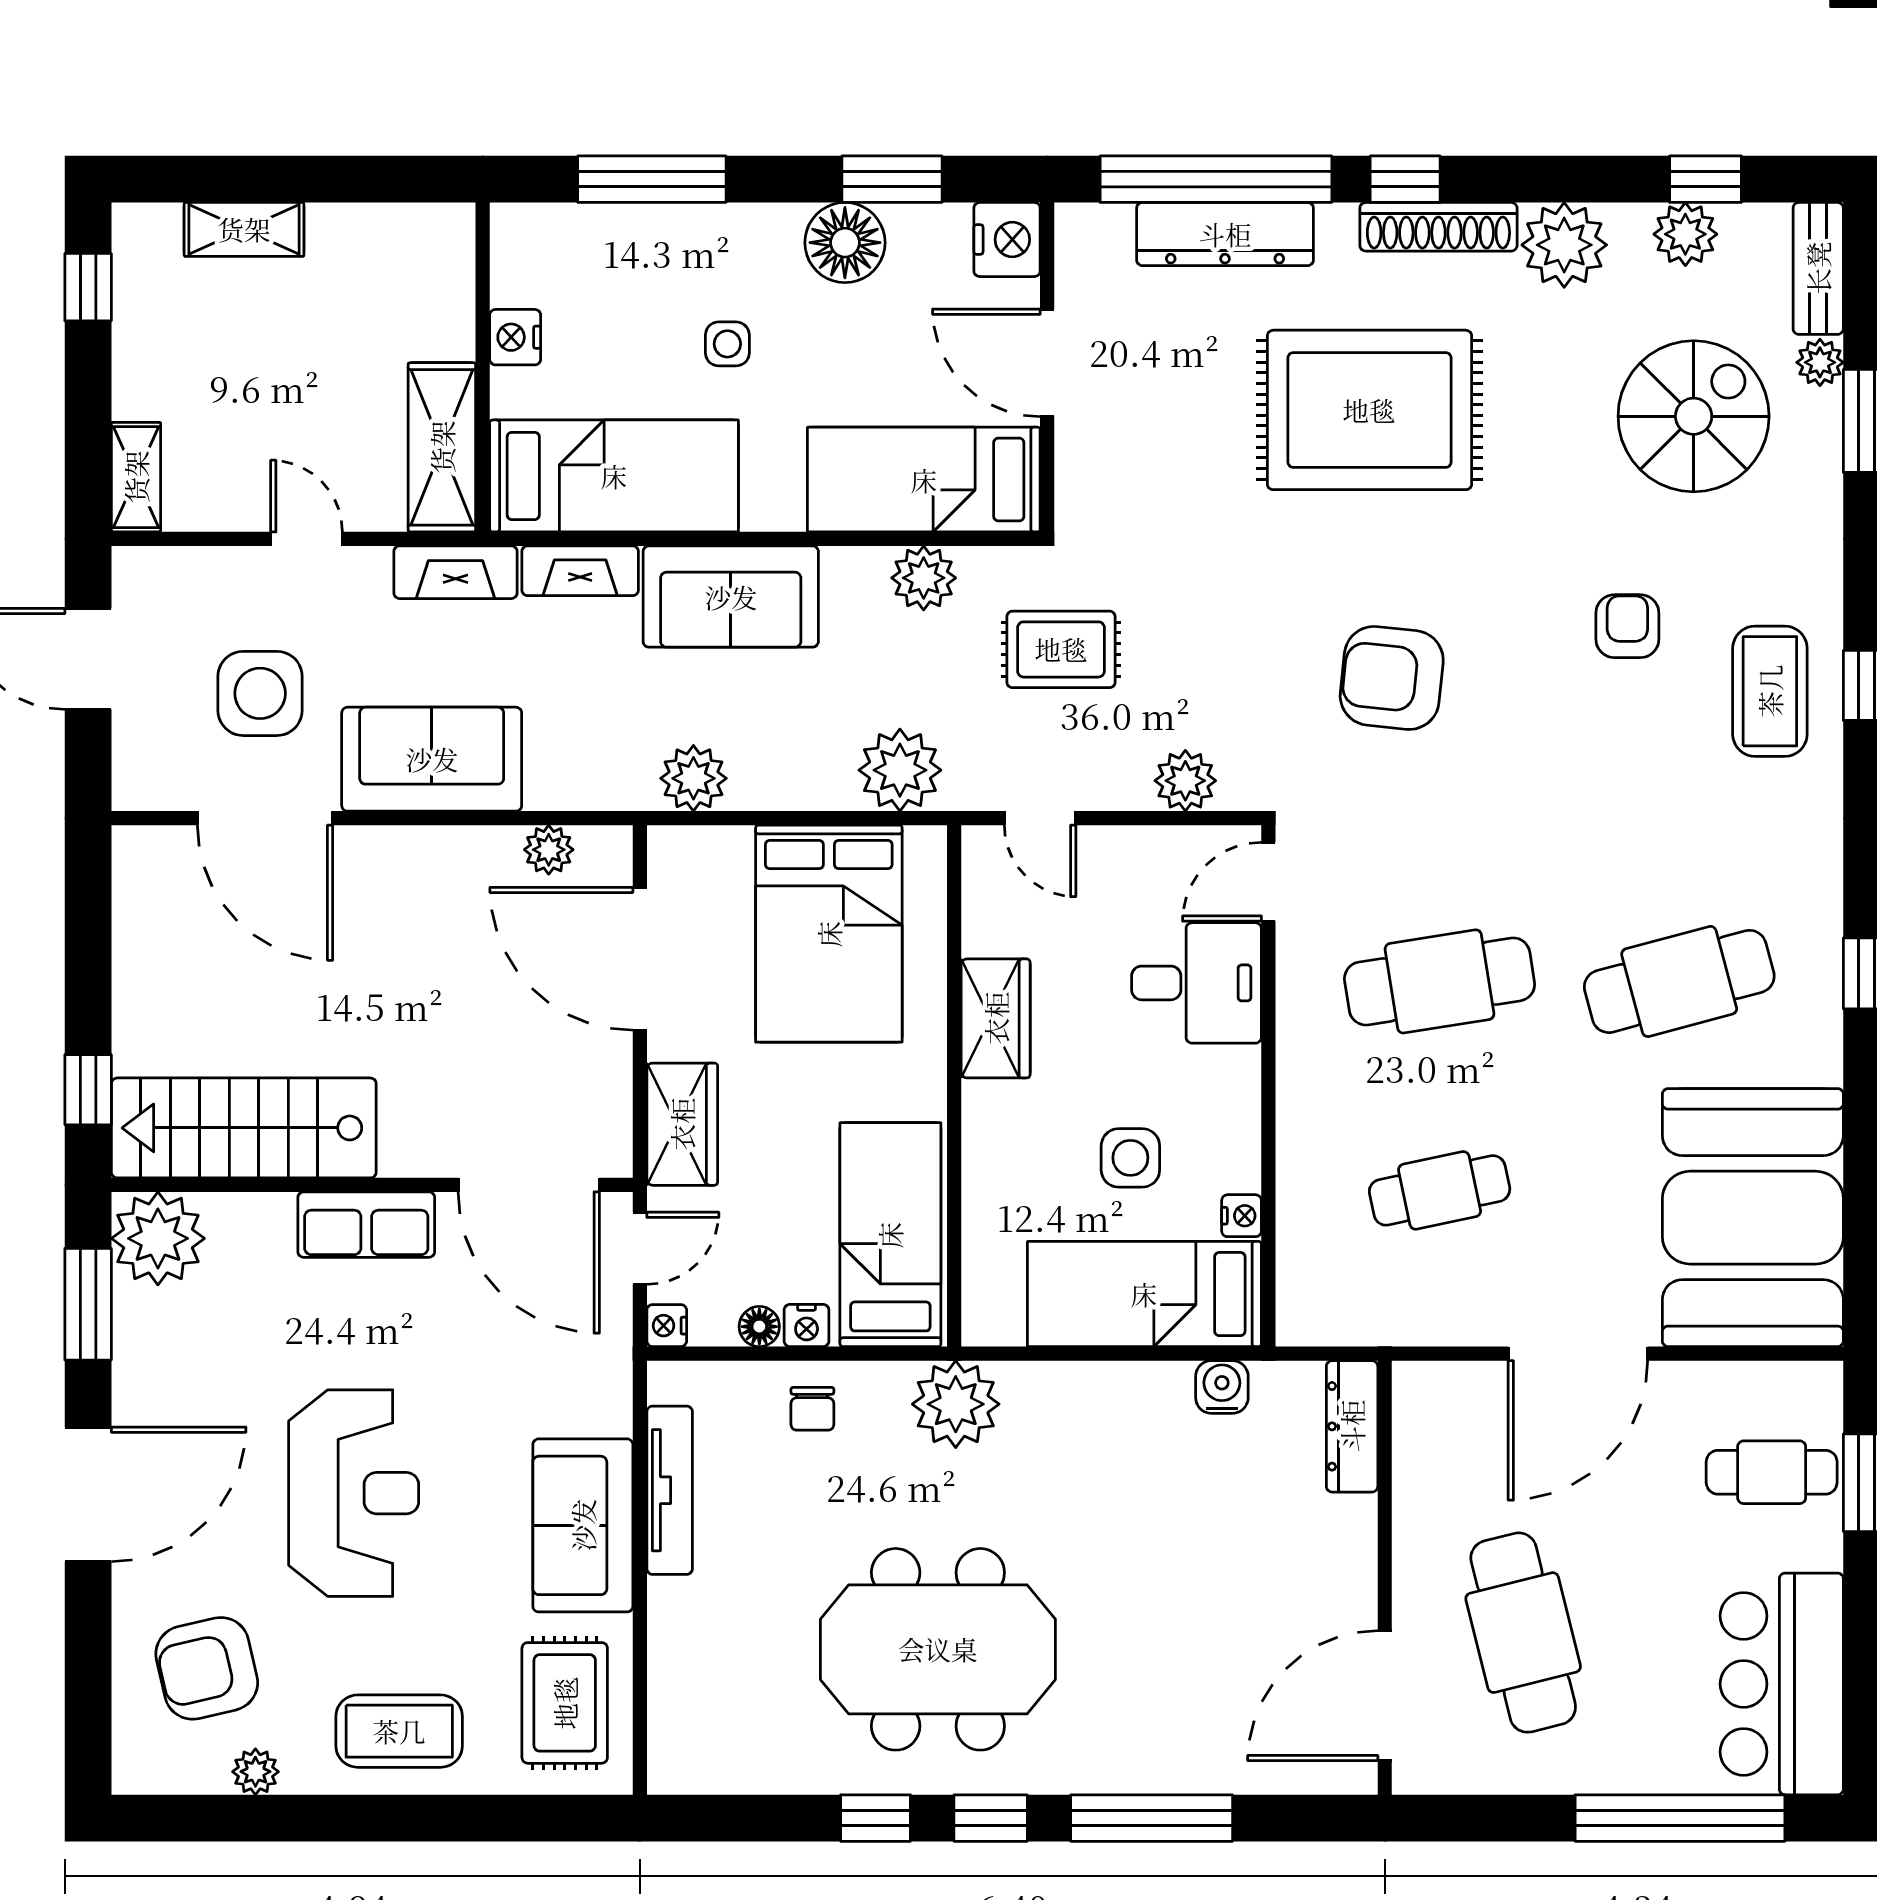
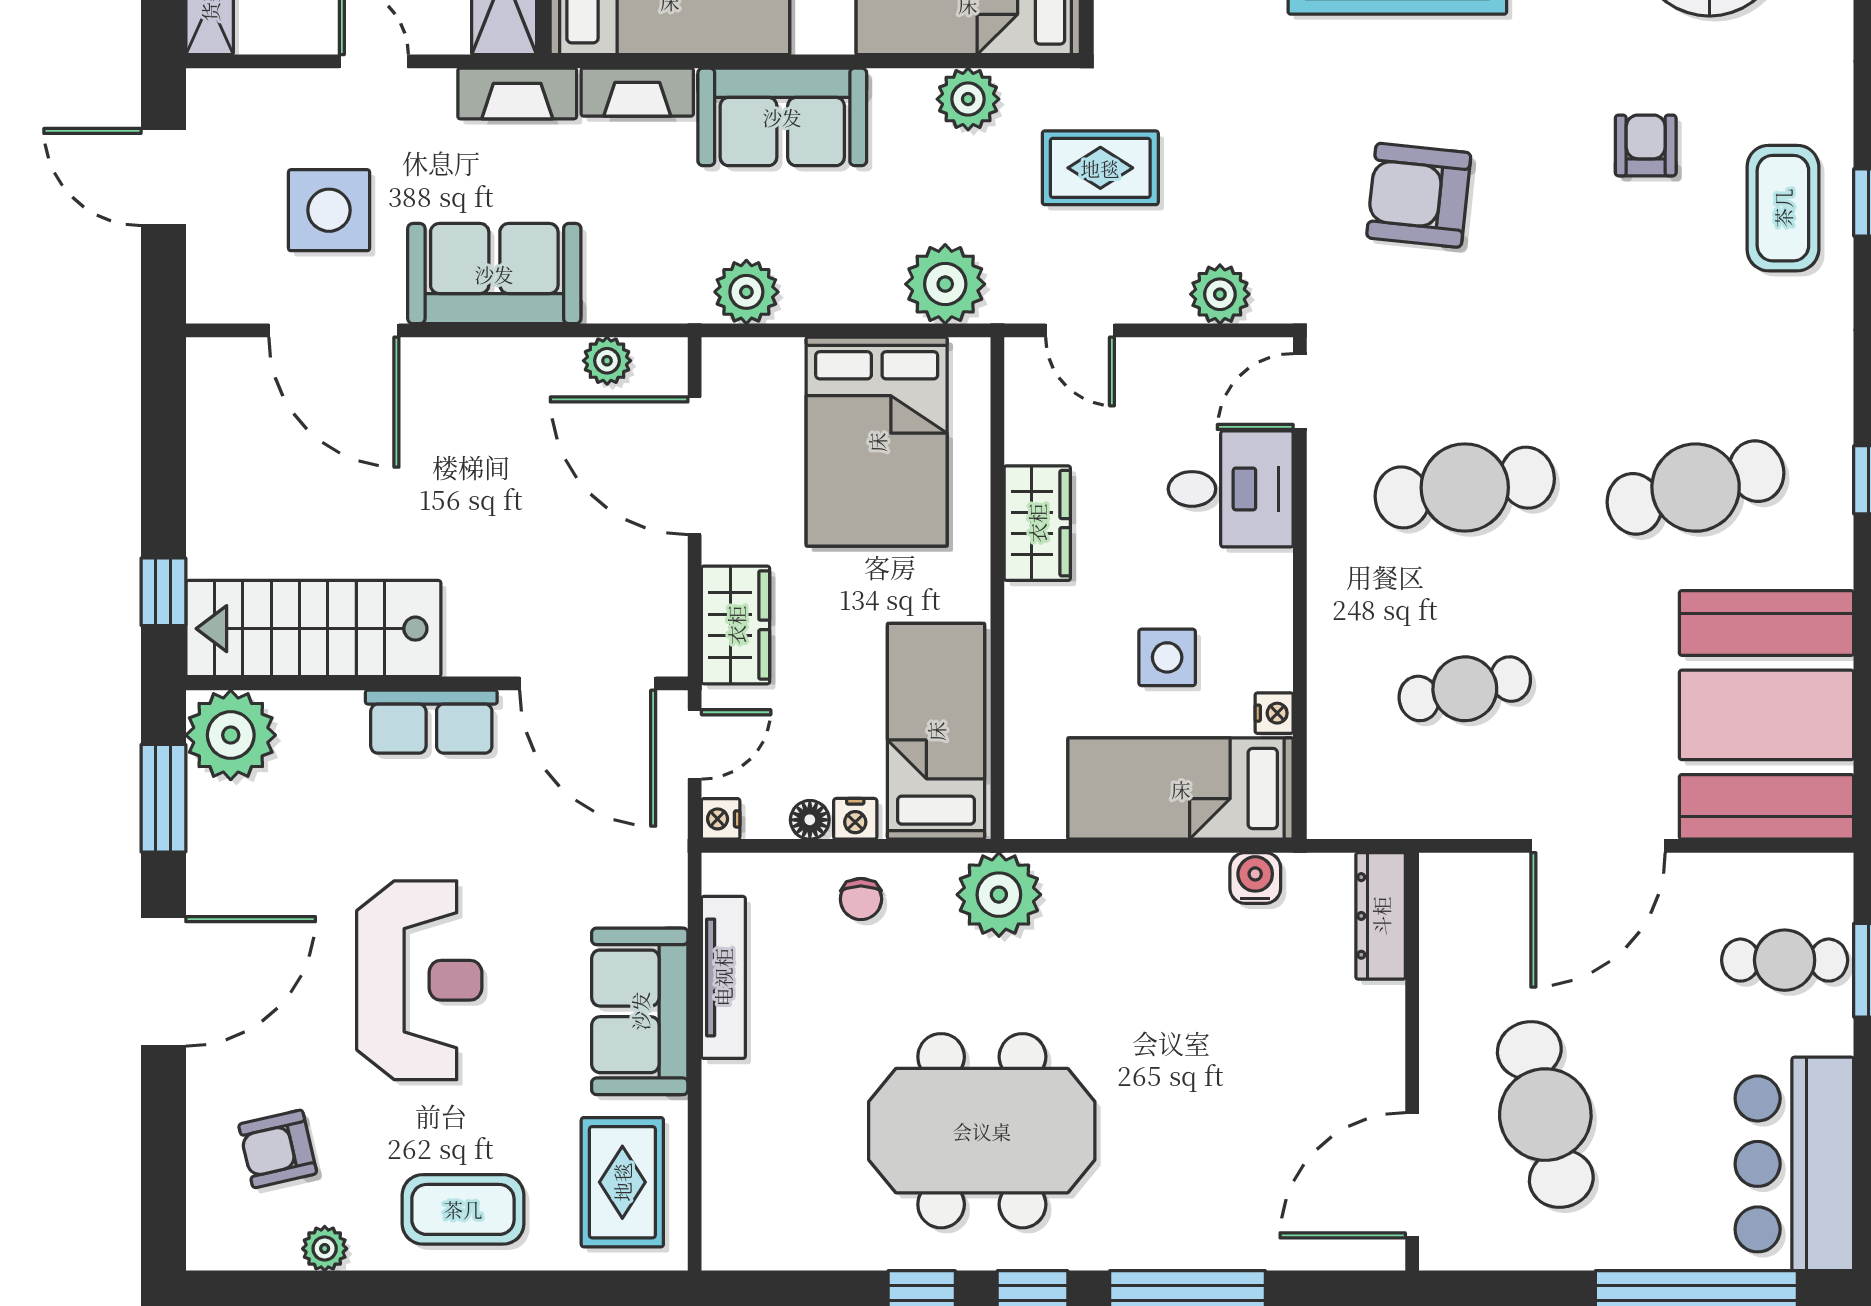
armchair: (207, 1668) -> (278, 1149), width x0.72, depth x0.72

